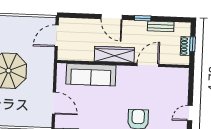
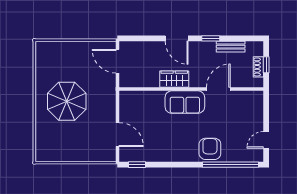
door: (57, 36) -> (118, 61), hinge flipped
wardrobe: (114, 54) -> (174, 79), width x0.67
sofa: (91, 75) -> (185, 102), moved, width x0.73

